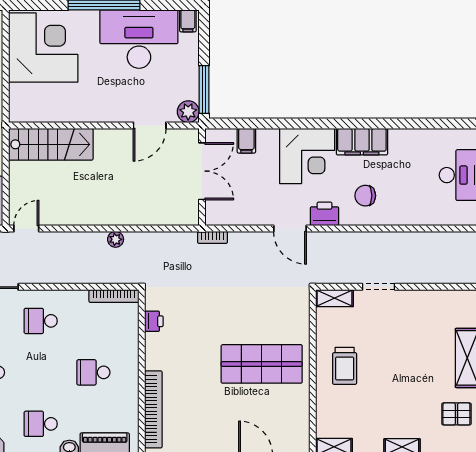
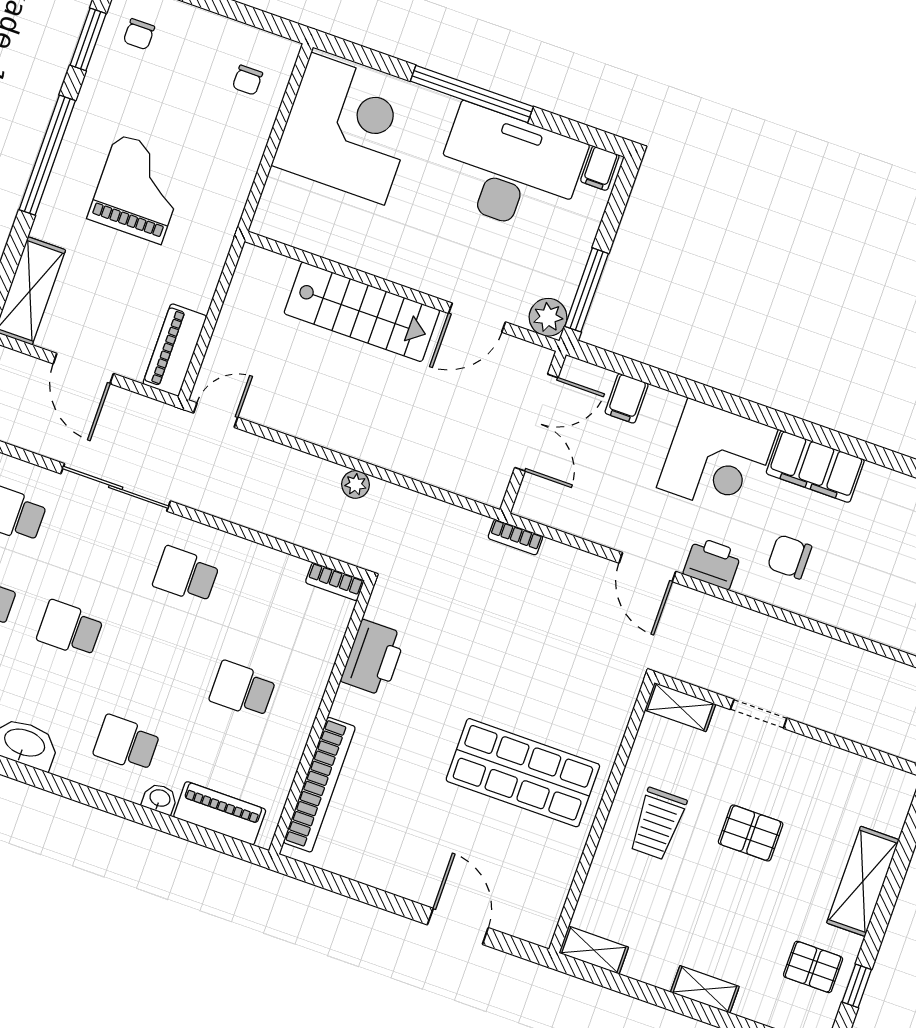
stairs: (51, 144) -> (362, 312), moved
bookcase: (114, 296) -> (335, 582), width x0.64
printer: (154, 321) -> (373, 658), width x1.87, depth x1.48
pallet: (397, 353) -> (751, 833), added

